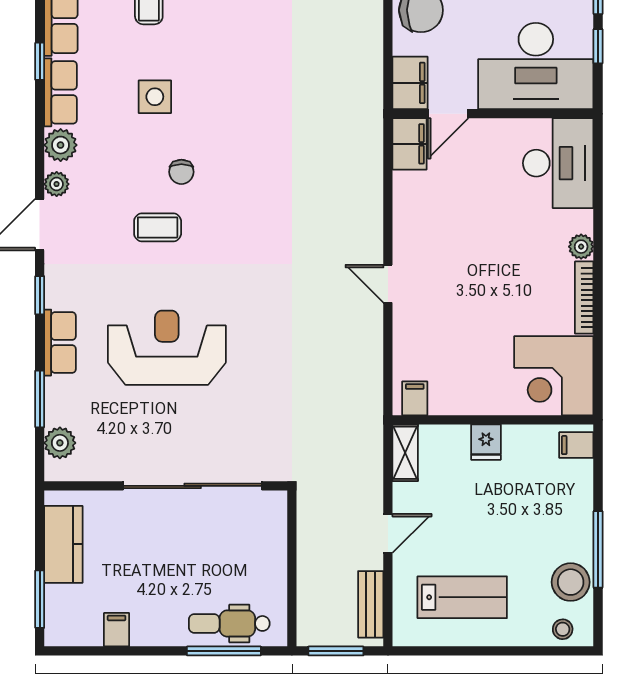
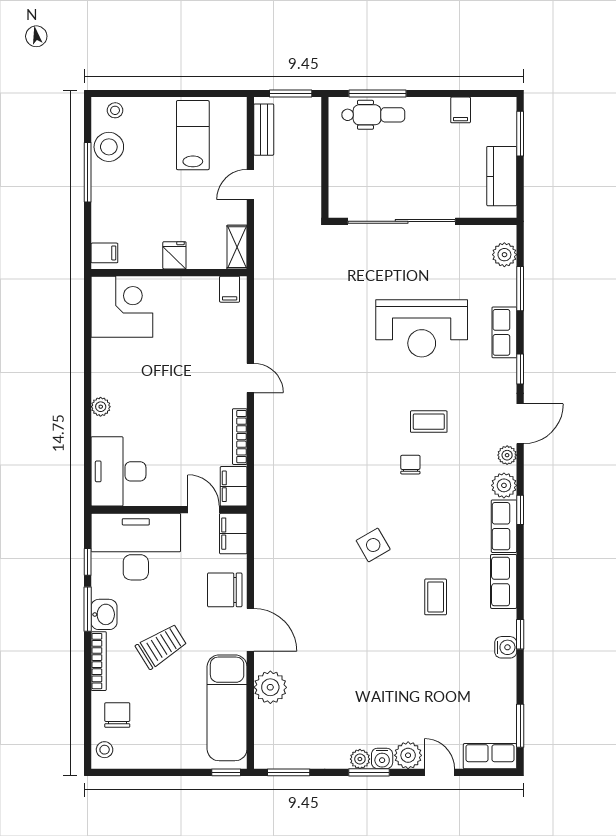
window: (40, 61) -> (520, 510), moved
side table: (155, 97) -> (373, 545), moved, turned -30
door: (448, 114) -> (204, 510), hinge flipped
bookcase: (584, 298) -> (240, 437), moved, turned 180
lab bench: (462, 597) -> (193, 135), turned 90

